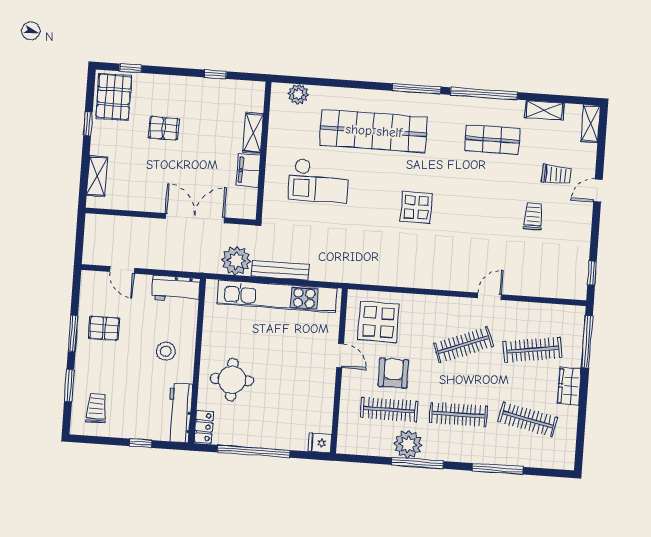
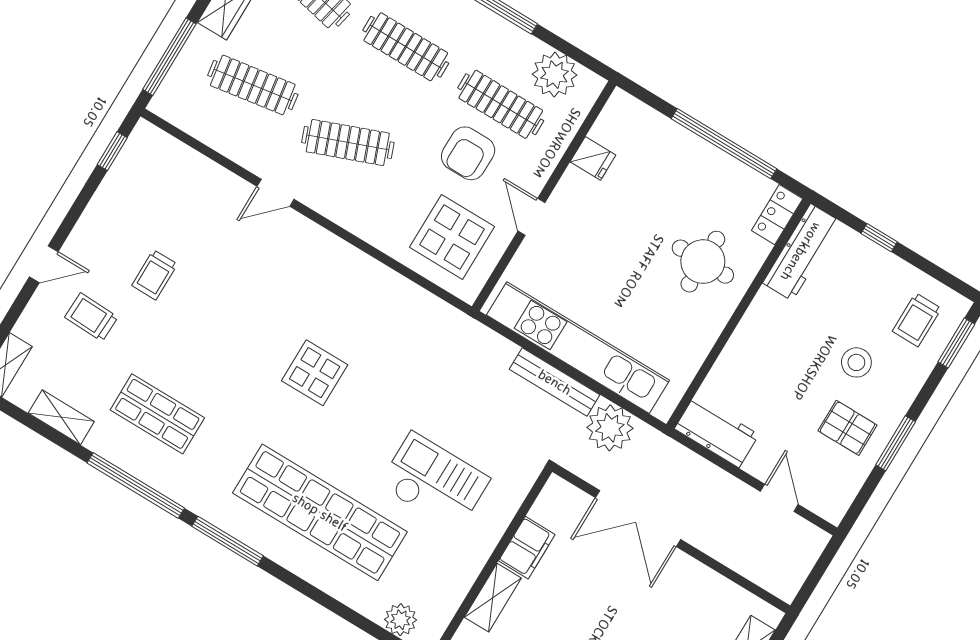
stool: (166, 351) -> (856, 362), moved
window: (69, 385) -> (956, 343), moved
fridge: (320, 443) -> (593, 158), moved
plant: (408, 444) -> (555, 75), moved

